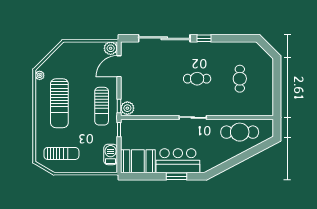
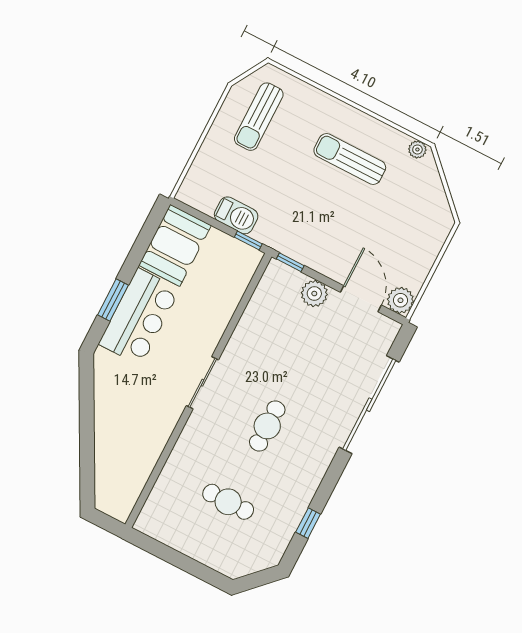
window: (204, 38) -> (308, 523), moved
sun lounger: (59, 103) -> (350, 159), width x0.73, depth x0.75
sun lounger: (102, 106) -> (306, 231), removed
plant: (127, 108) -> (314, 294), moved
cafe table: (240, 132) -> (133, 453), removed
barbecue: (111, 154) -> (236, 215), moved

